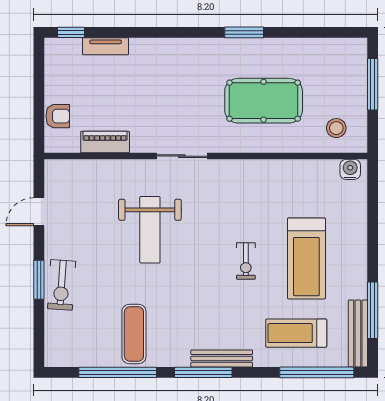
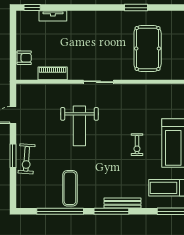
pool table: (264, 101) -> (148, 48), turned 90

